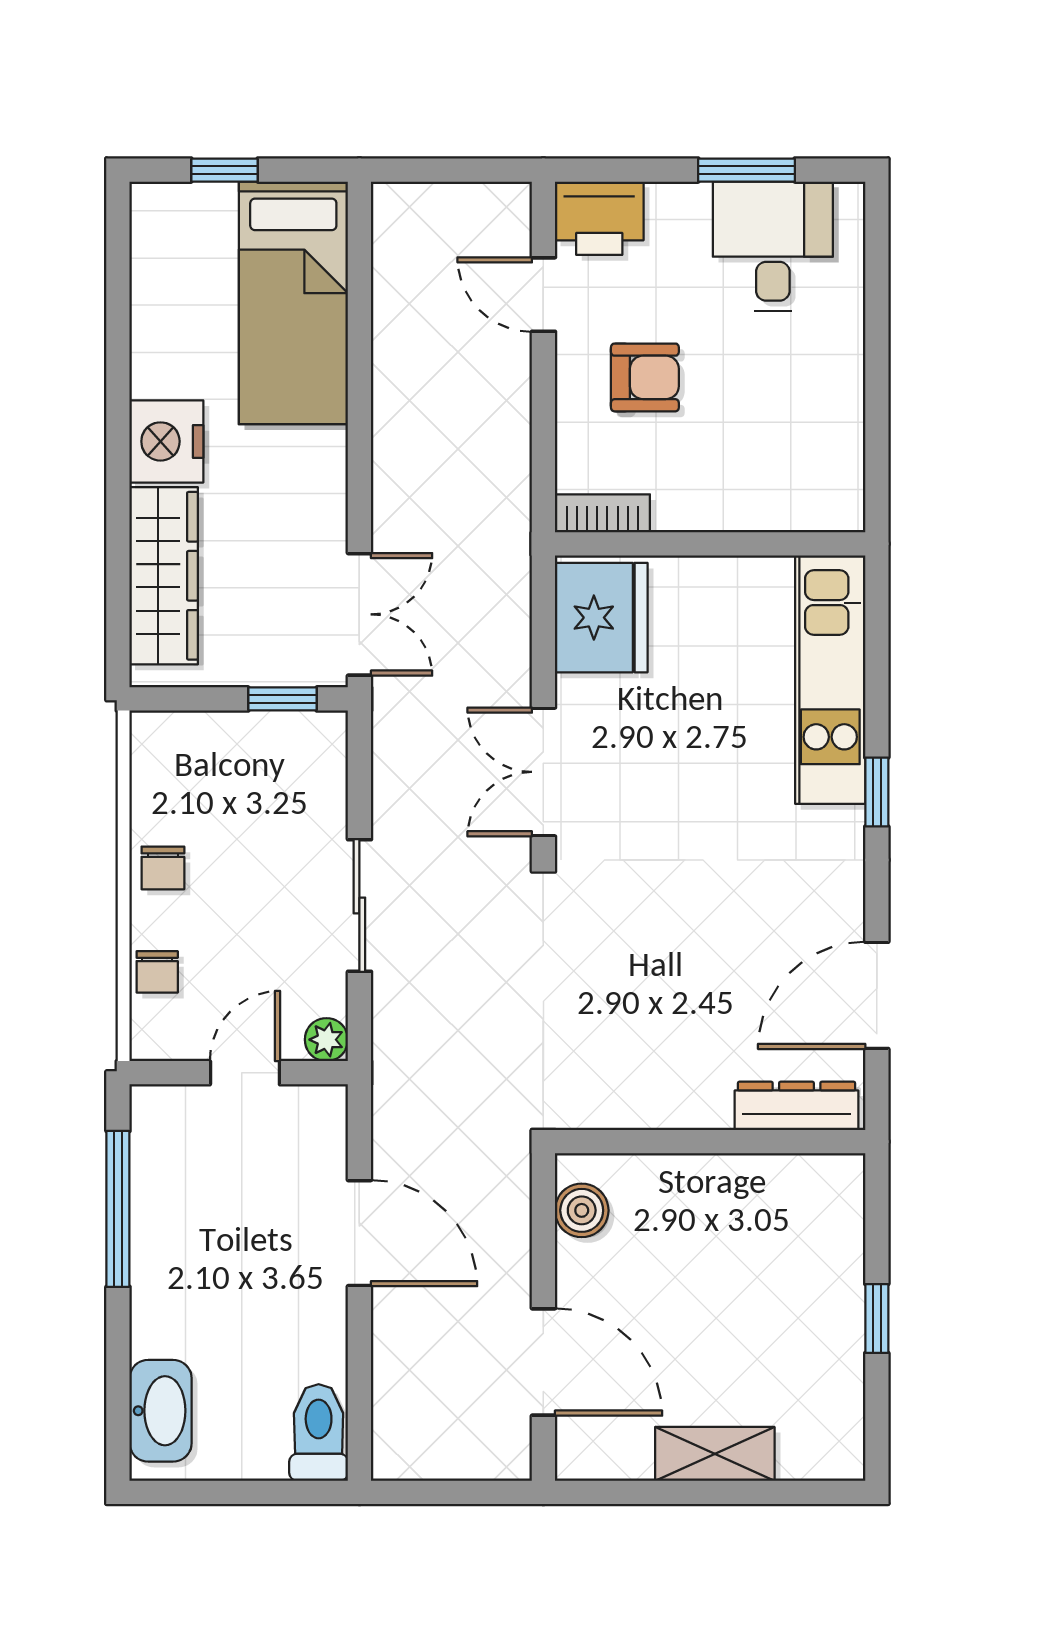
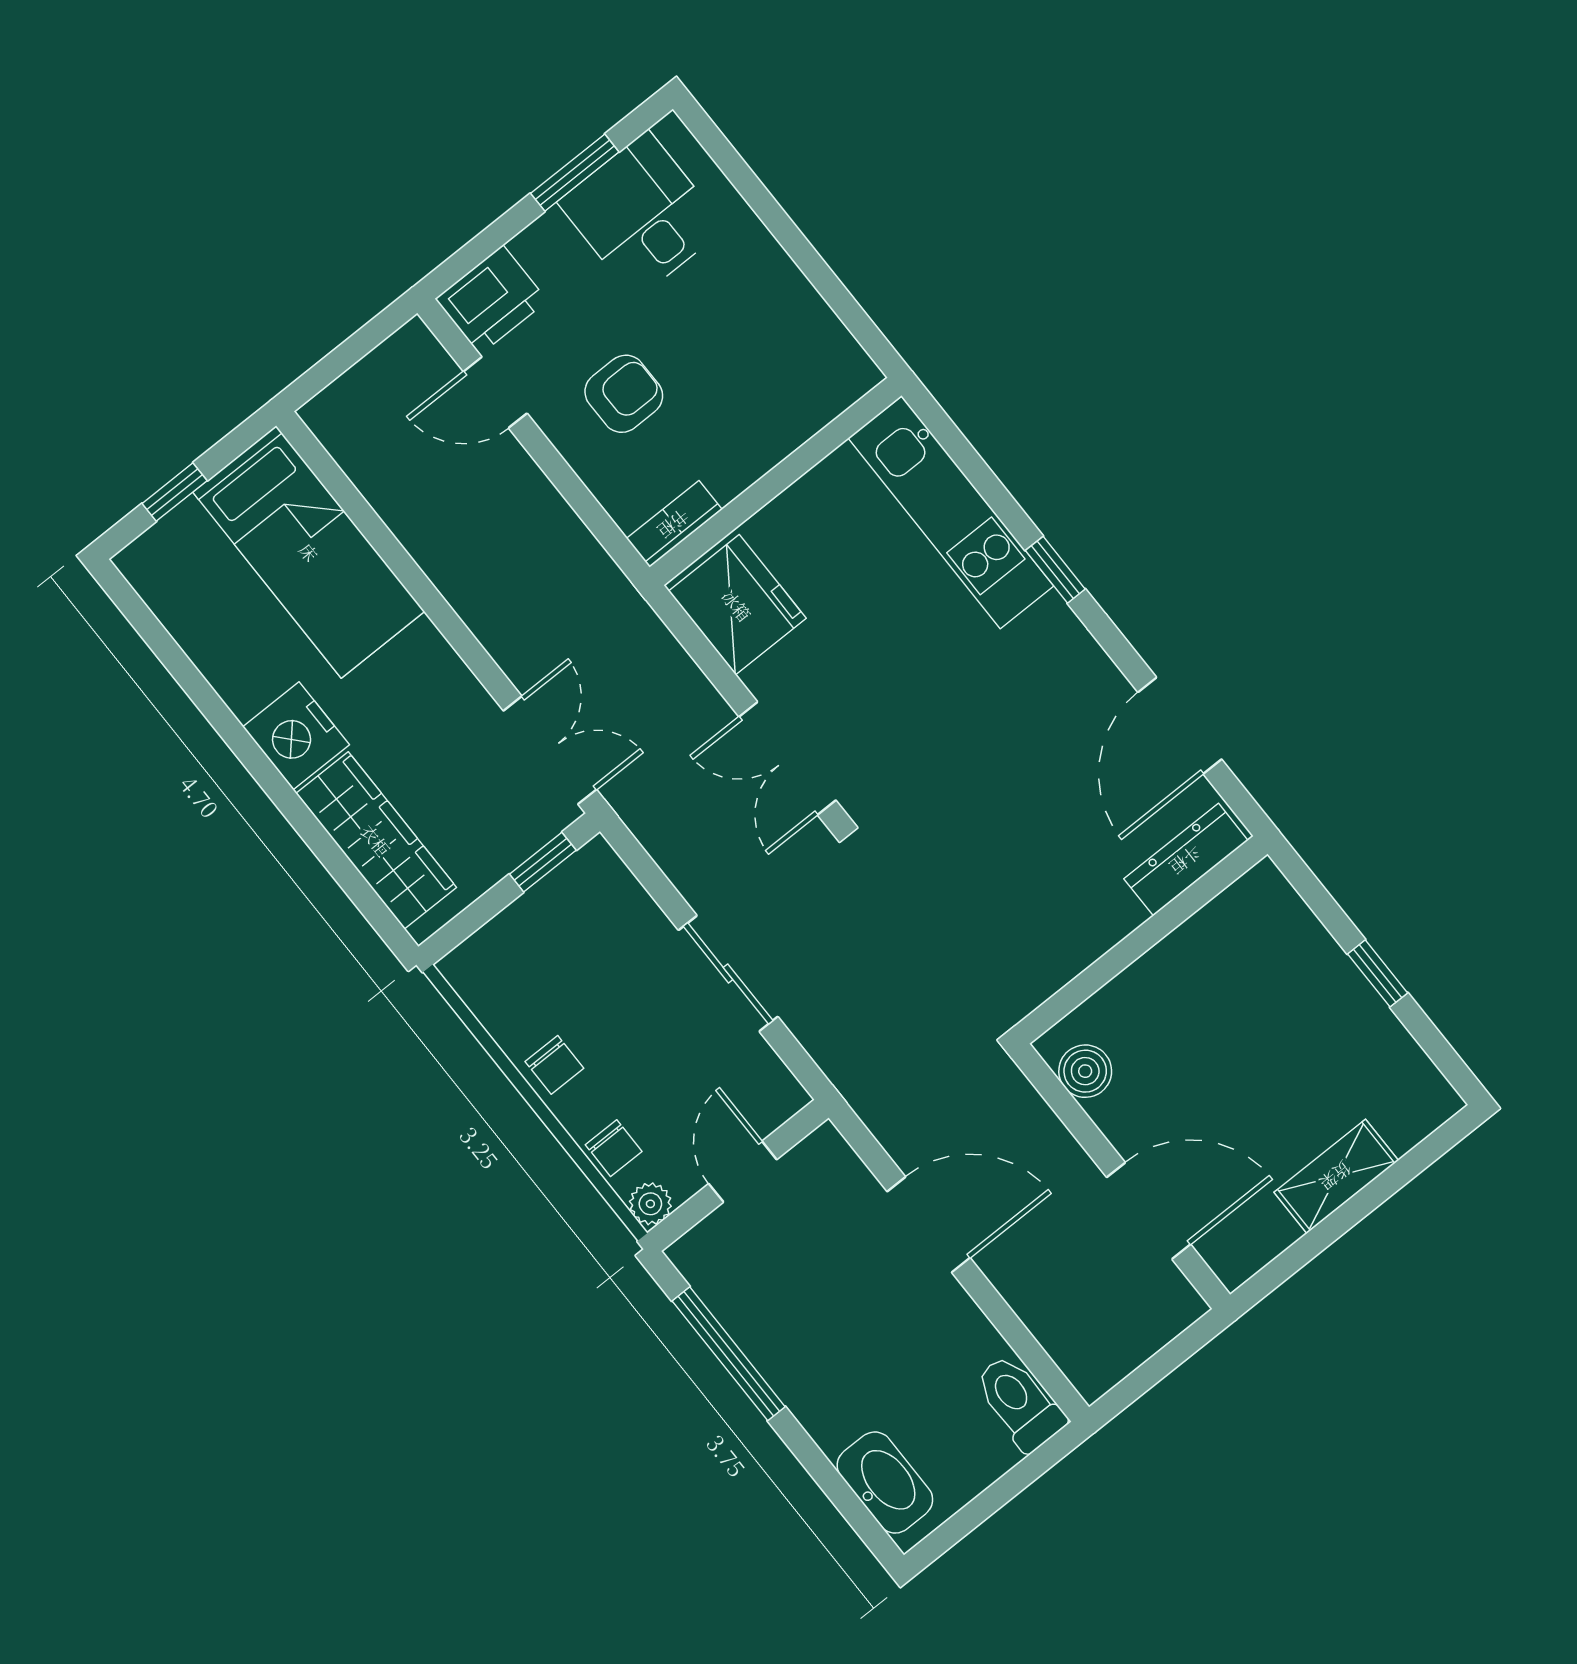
plant: (326, 1040) -> (650, 1204), moved

